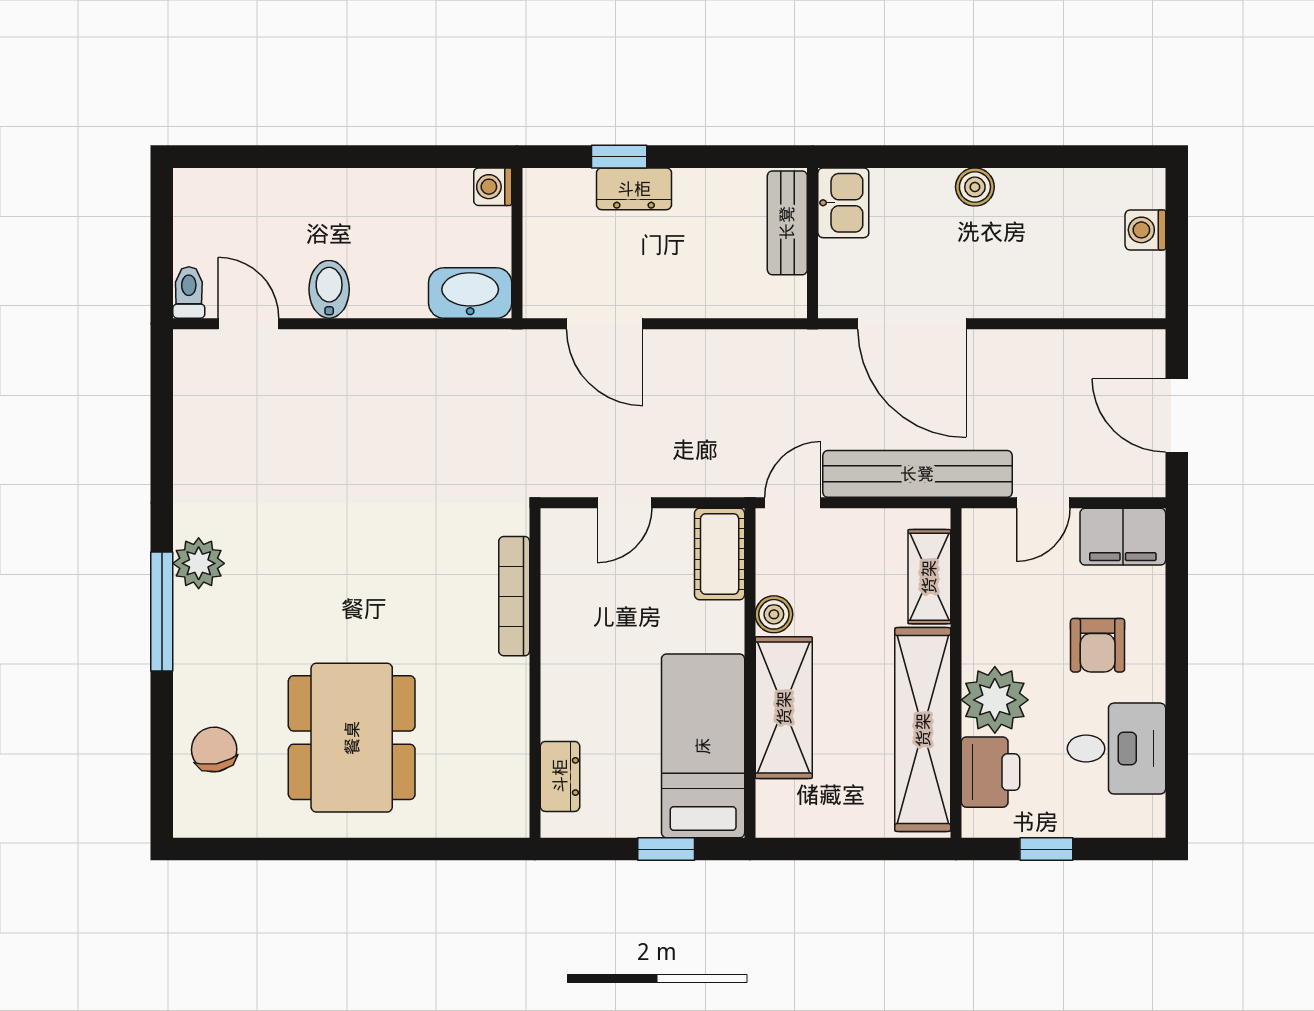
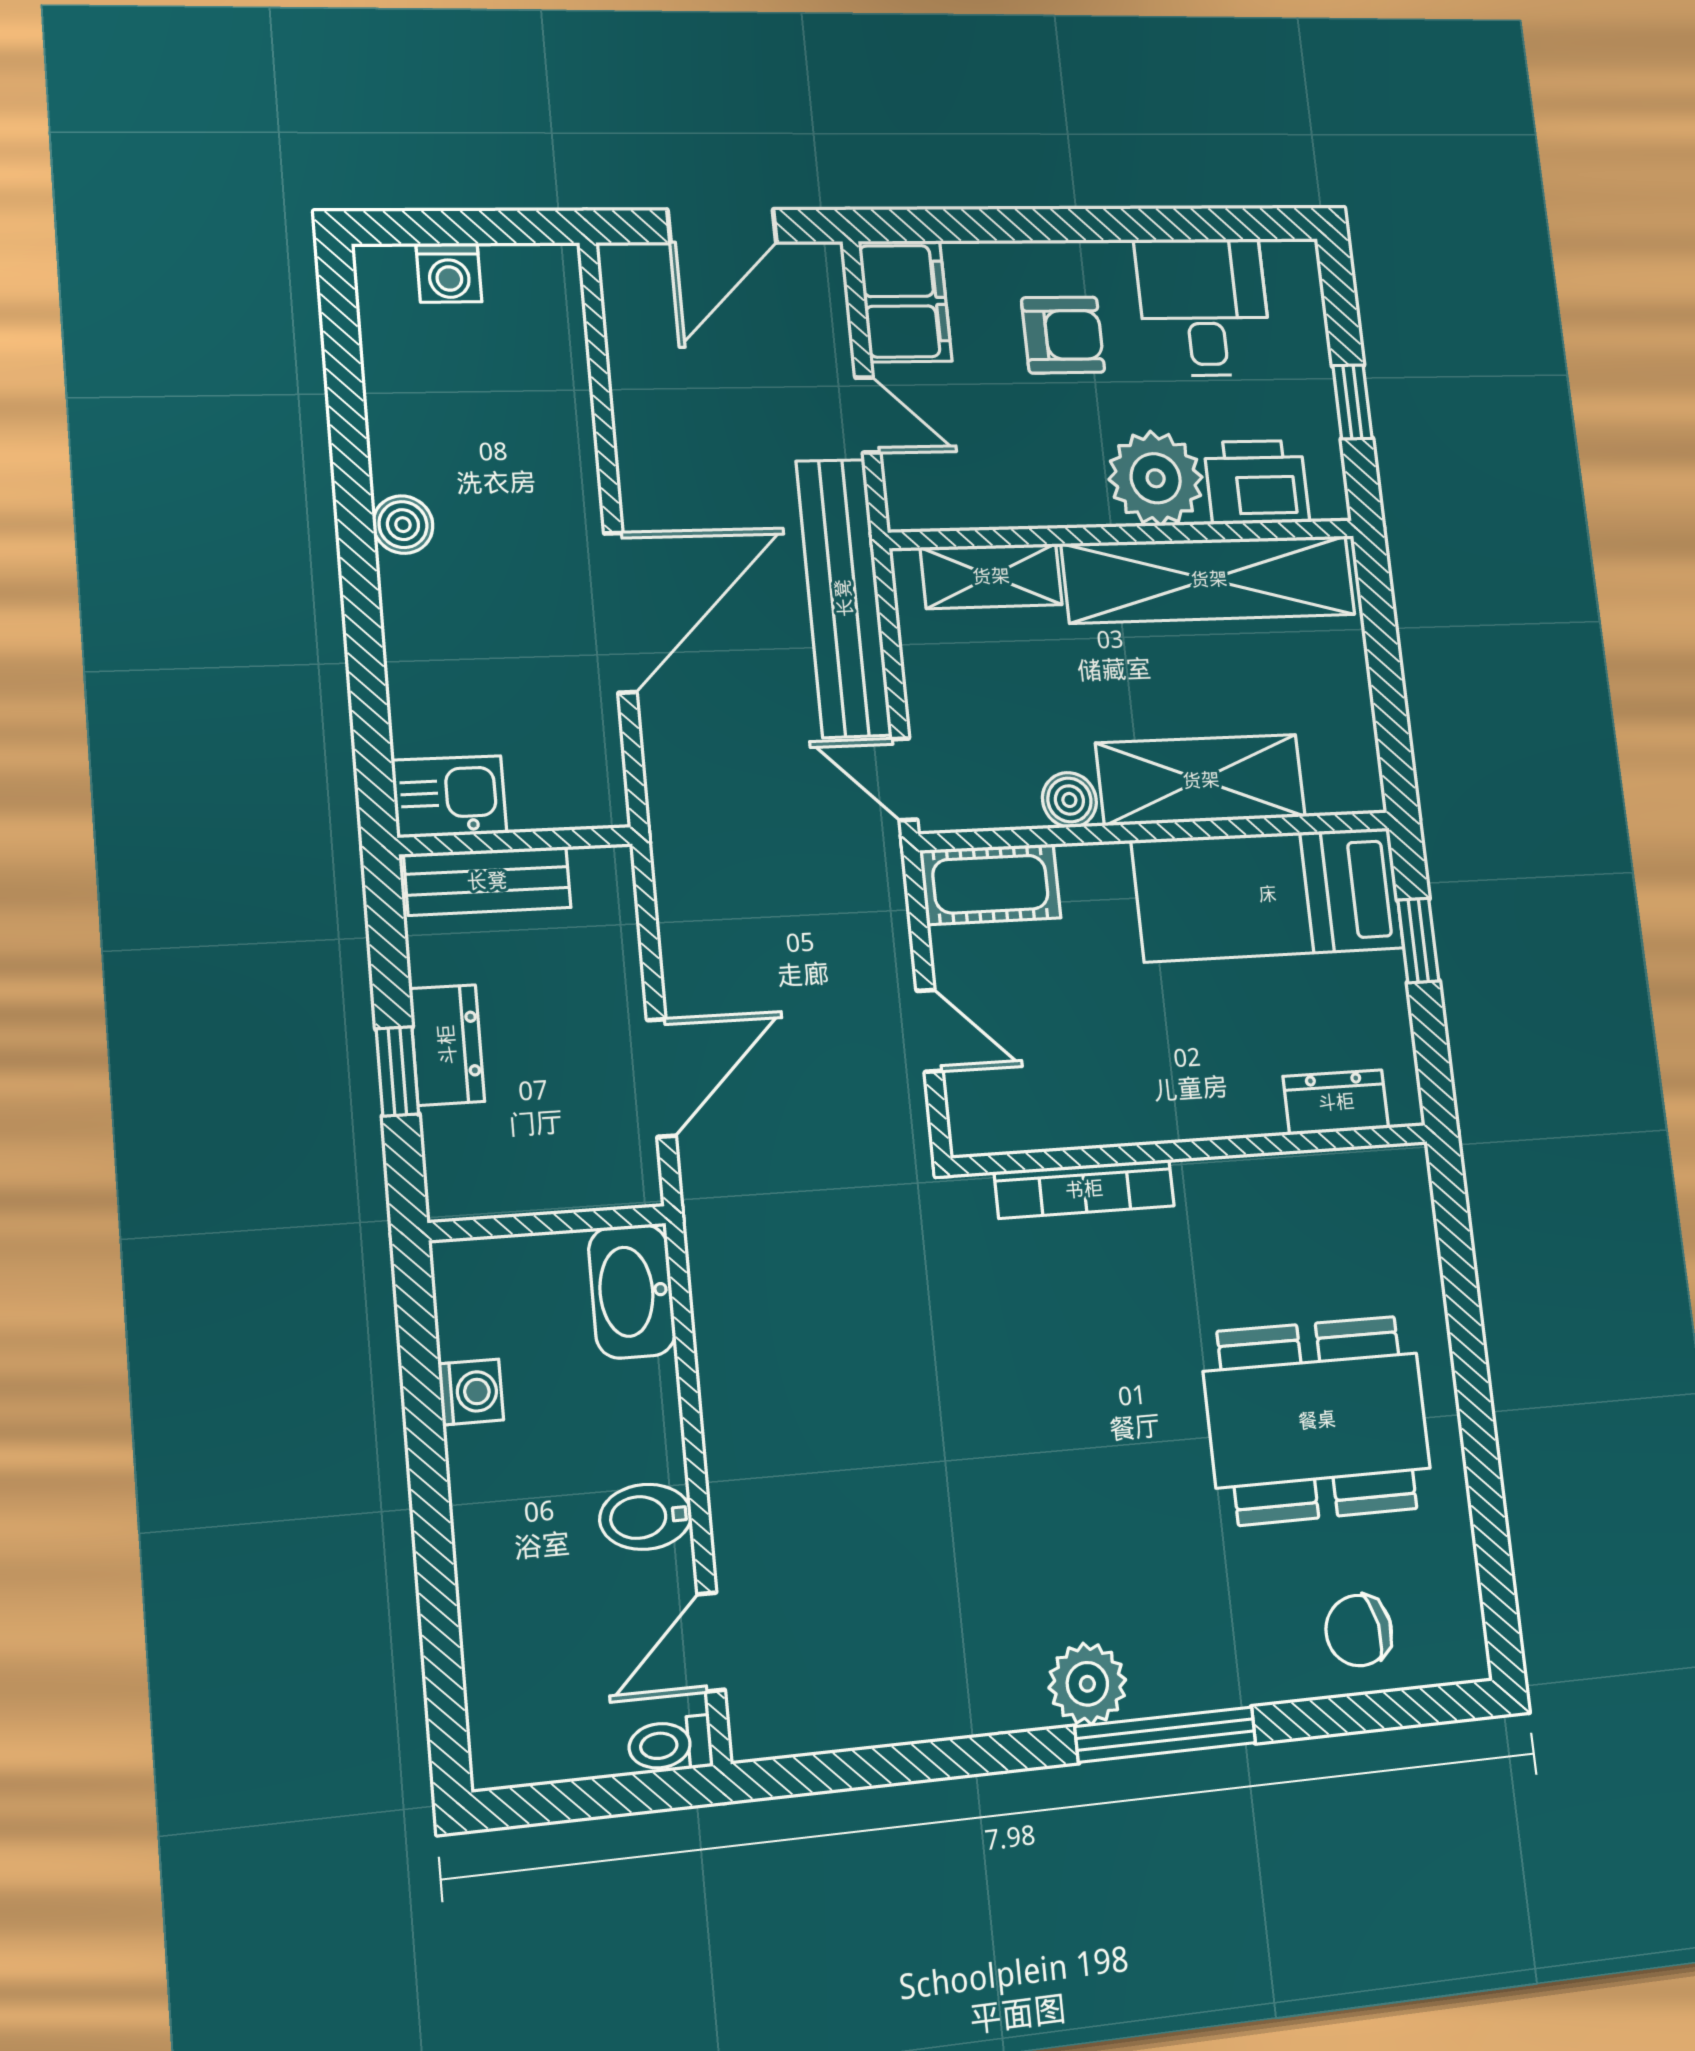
washing machine: (493, 187) -> (471, 1392), moved, turned -90
kitchen sink: (843, 203) -> (449, 797), moved
bench: (787, 223) -> (487, 881), moved
wall: (813, 243) -> (516, 841), moved

